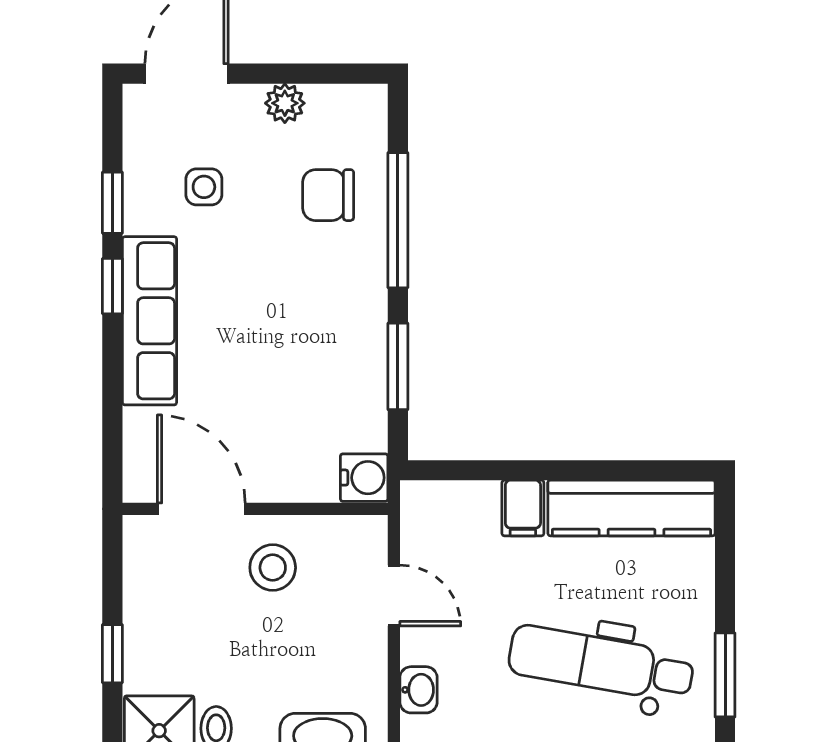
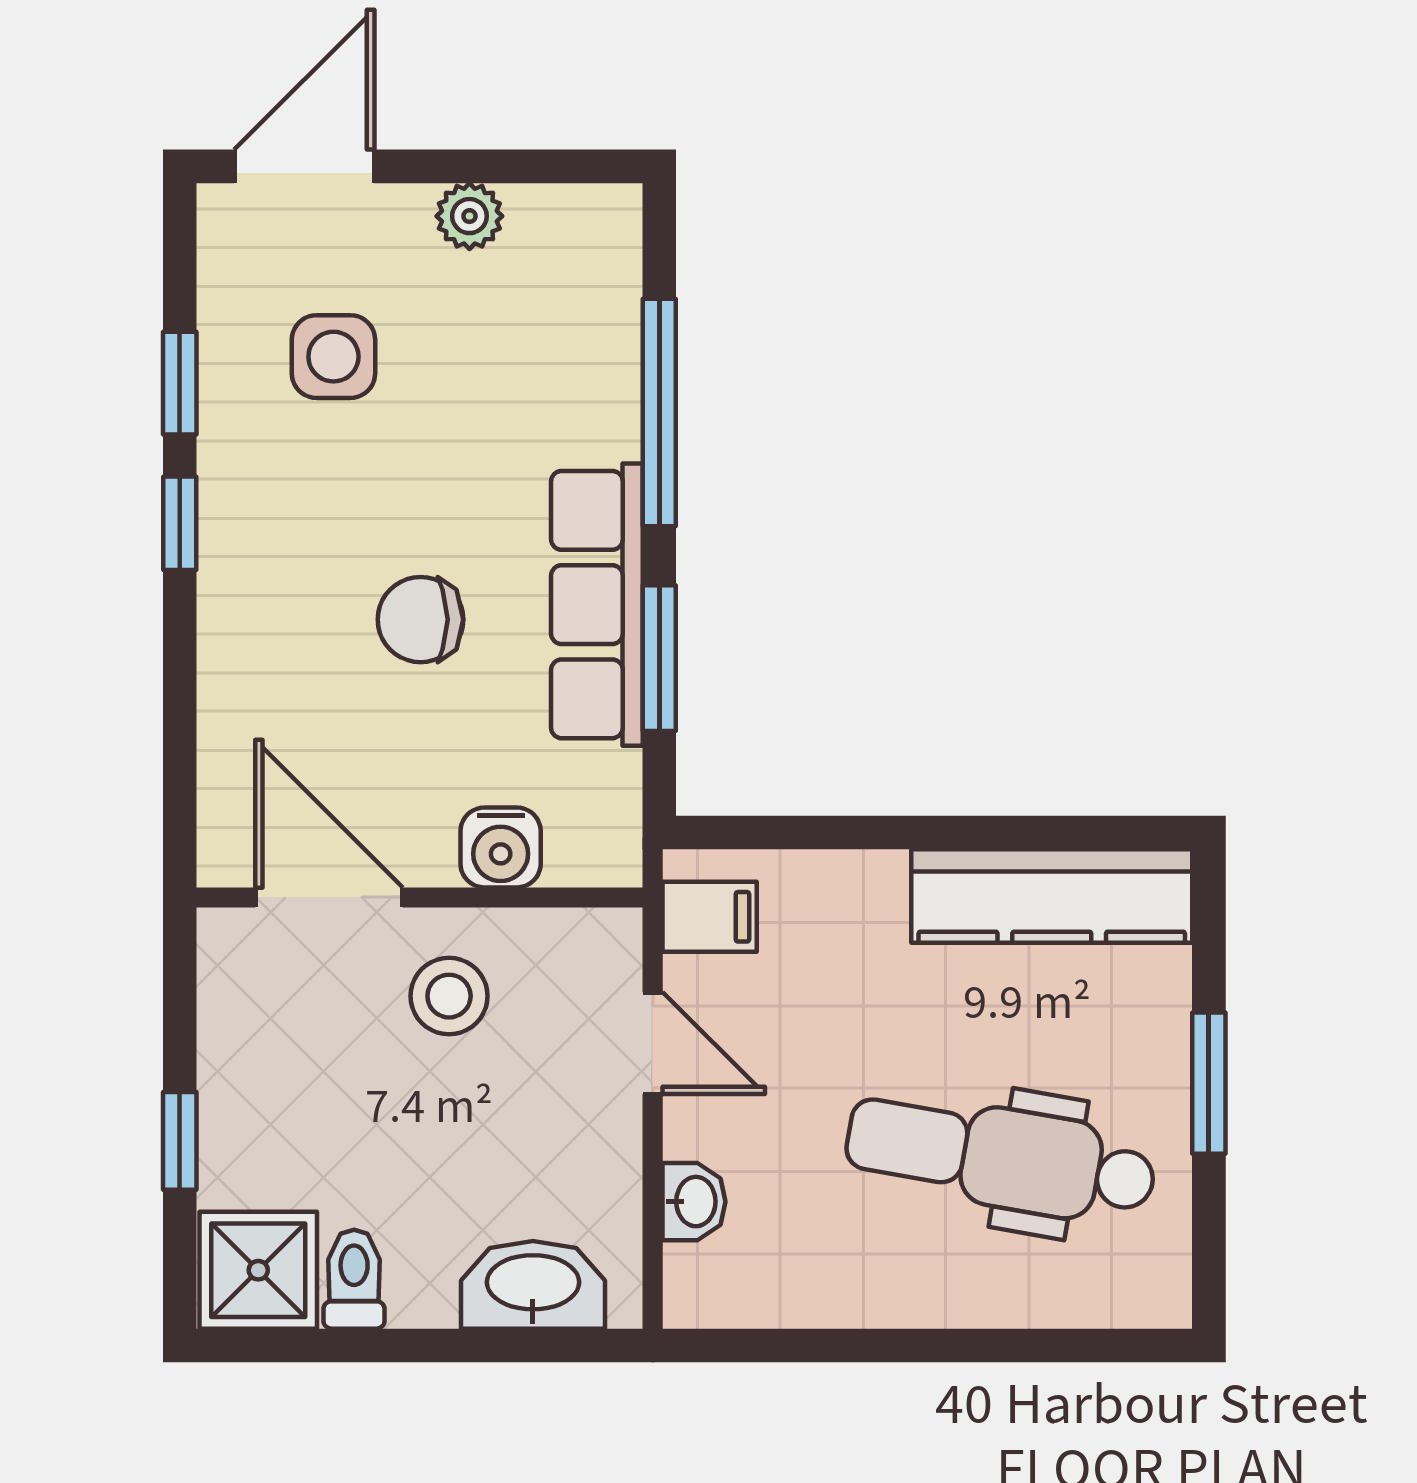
side table: (204, 187) -> (333, 357), width x1.37, depth x1.37
chair: (328, 195) -> (420, 620), moved
row of seats: (150, 321) -> (597, 605), moved, turned 180
water cooler: (364, 478) -> (501, 847), moved, turned 90
filing cabinet: (523, 508) -> (710, 917), moved, turned -90
window: (725, 675) -> (1209, 1083), moved

